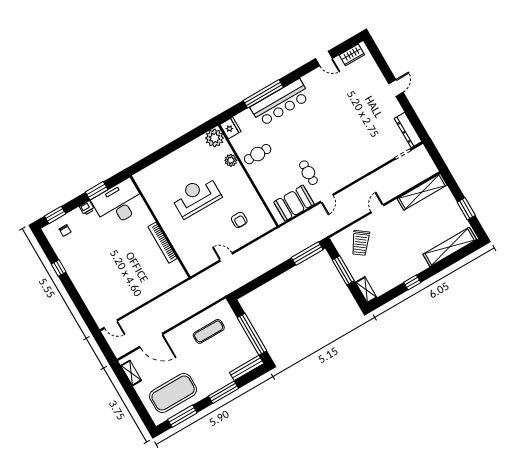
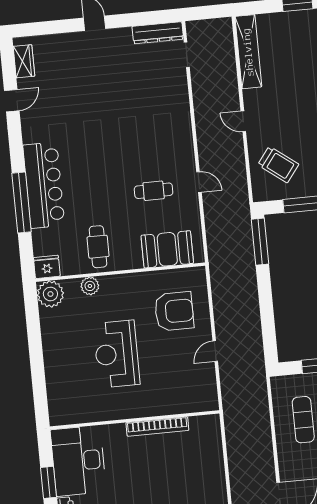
booth: (294, 203) -> (167, 249), moved, turned 90
armchair: (239, 220) -> (174, 311), width x1.88, depth x1.88

